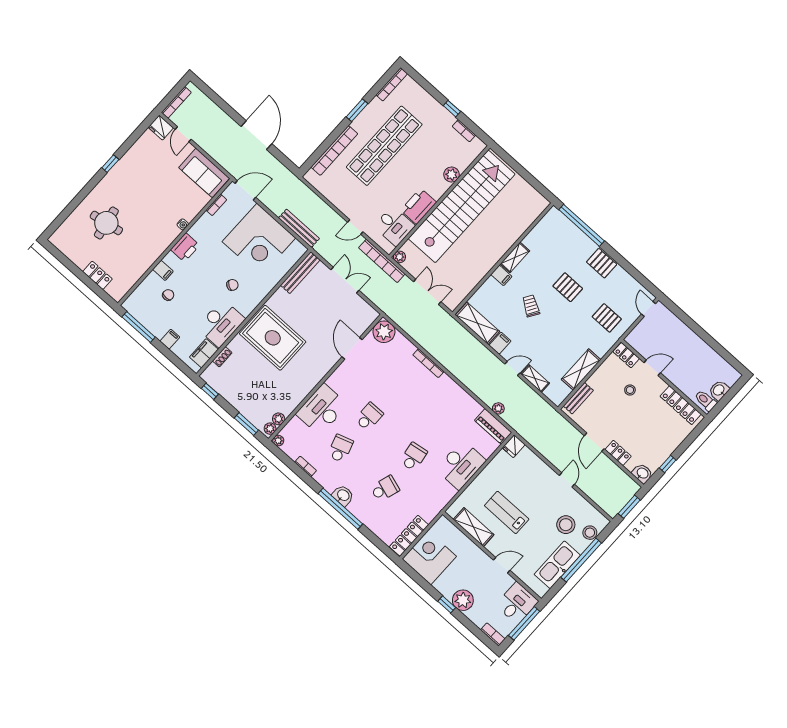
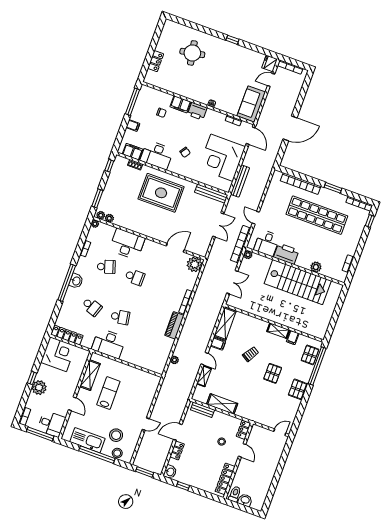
window: (452, 109) -> (370, 221), moved
stairs: (462, 206) -> (298, 282), width x0.73
filing cabinet: (163, 270) -> (180, 104), width x2.00
filing cabinet: (501, 275) -> (293, 337), moved
pallet: (607, 318) -> (310, 355), moved
rug: (273, 338) -> (161, 193), turned 90
piano: (493, 426) -> (174, 325), moved
fridge: (514, 446) -> (154, 380), removed
desk: (461, 465) -> (109, 343), moved

